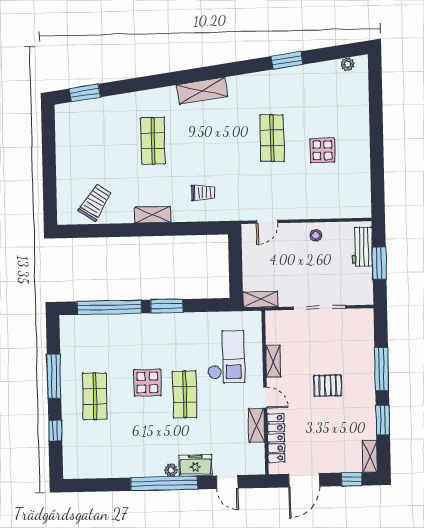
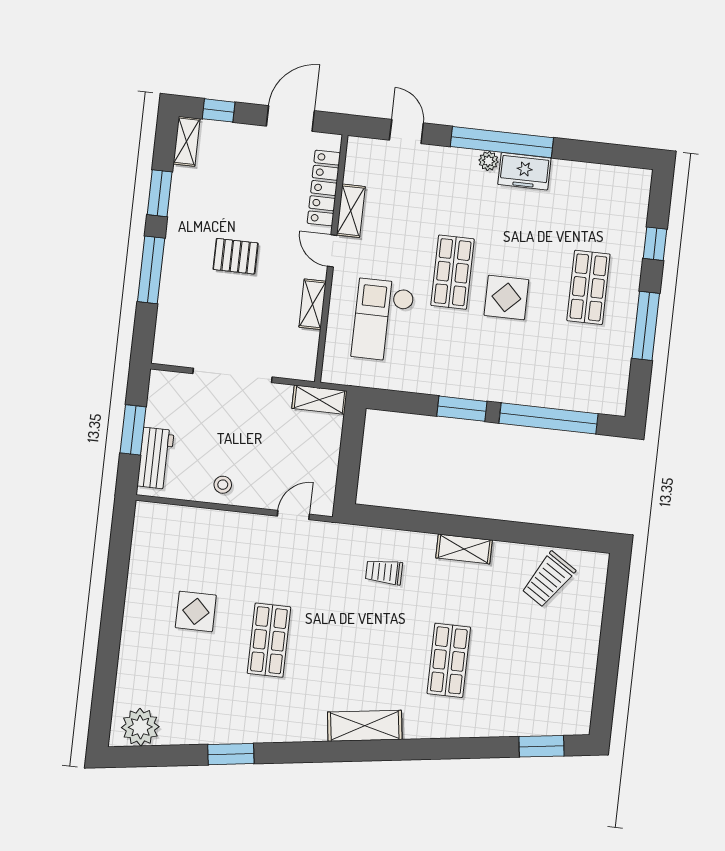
plant: (347, 64) -> (140, 727), width x1.87, depth x1.87
freezer: (195, 465) -> (524, 171), moved

